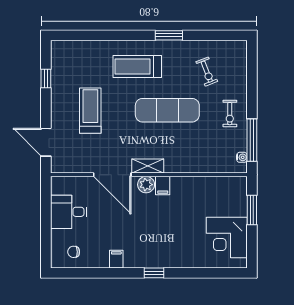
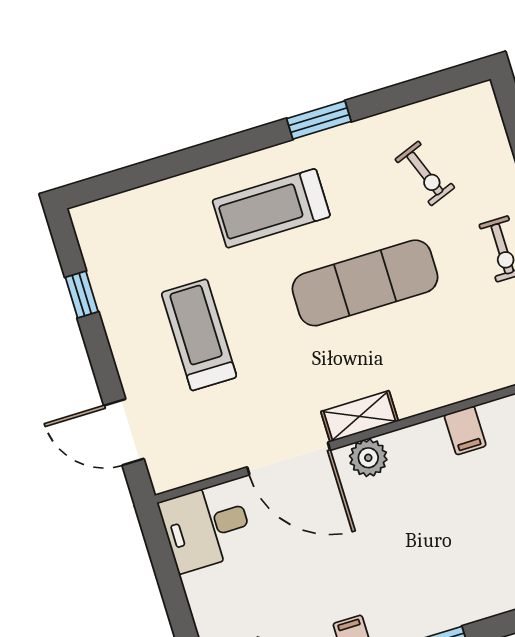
filing cabinet: (163, 186) -> (465, 430), moved
desk: (69, 212) -> (207, 527), moved

